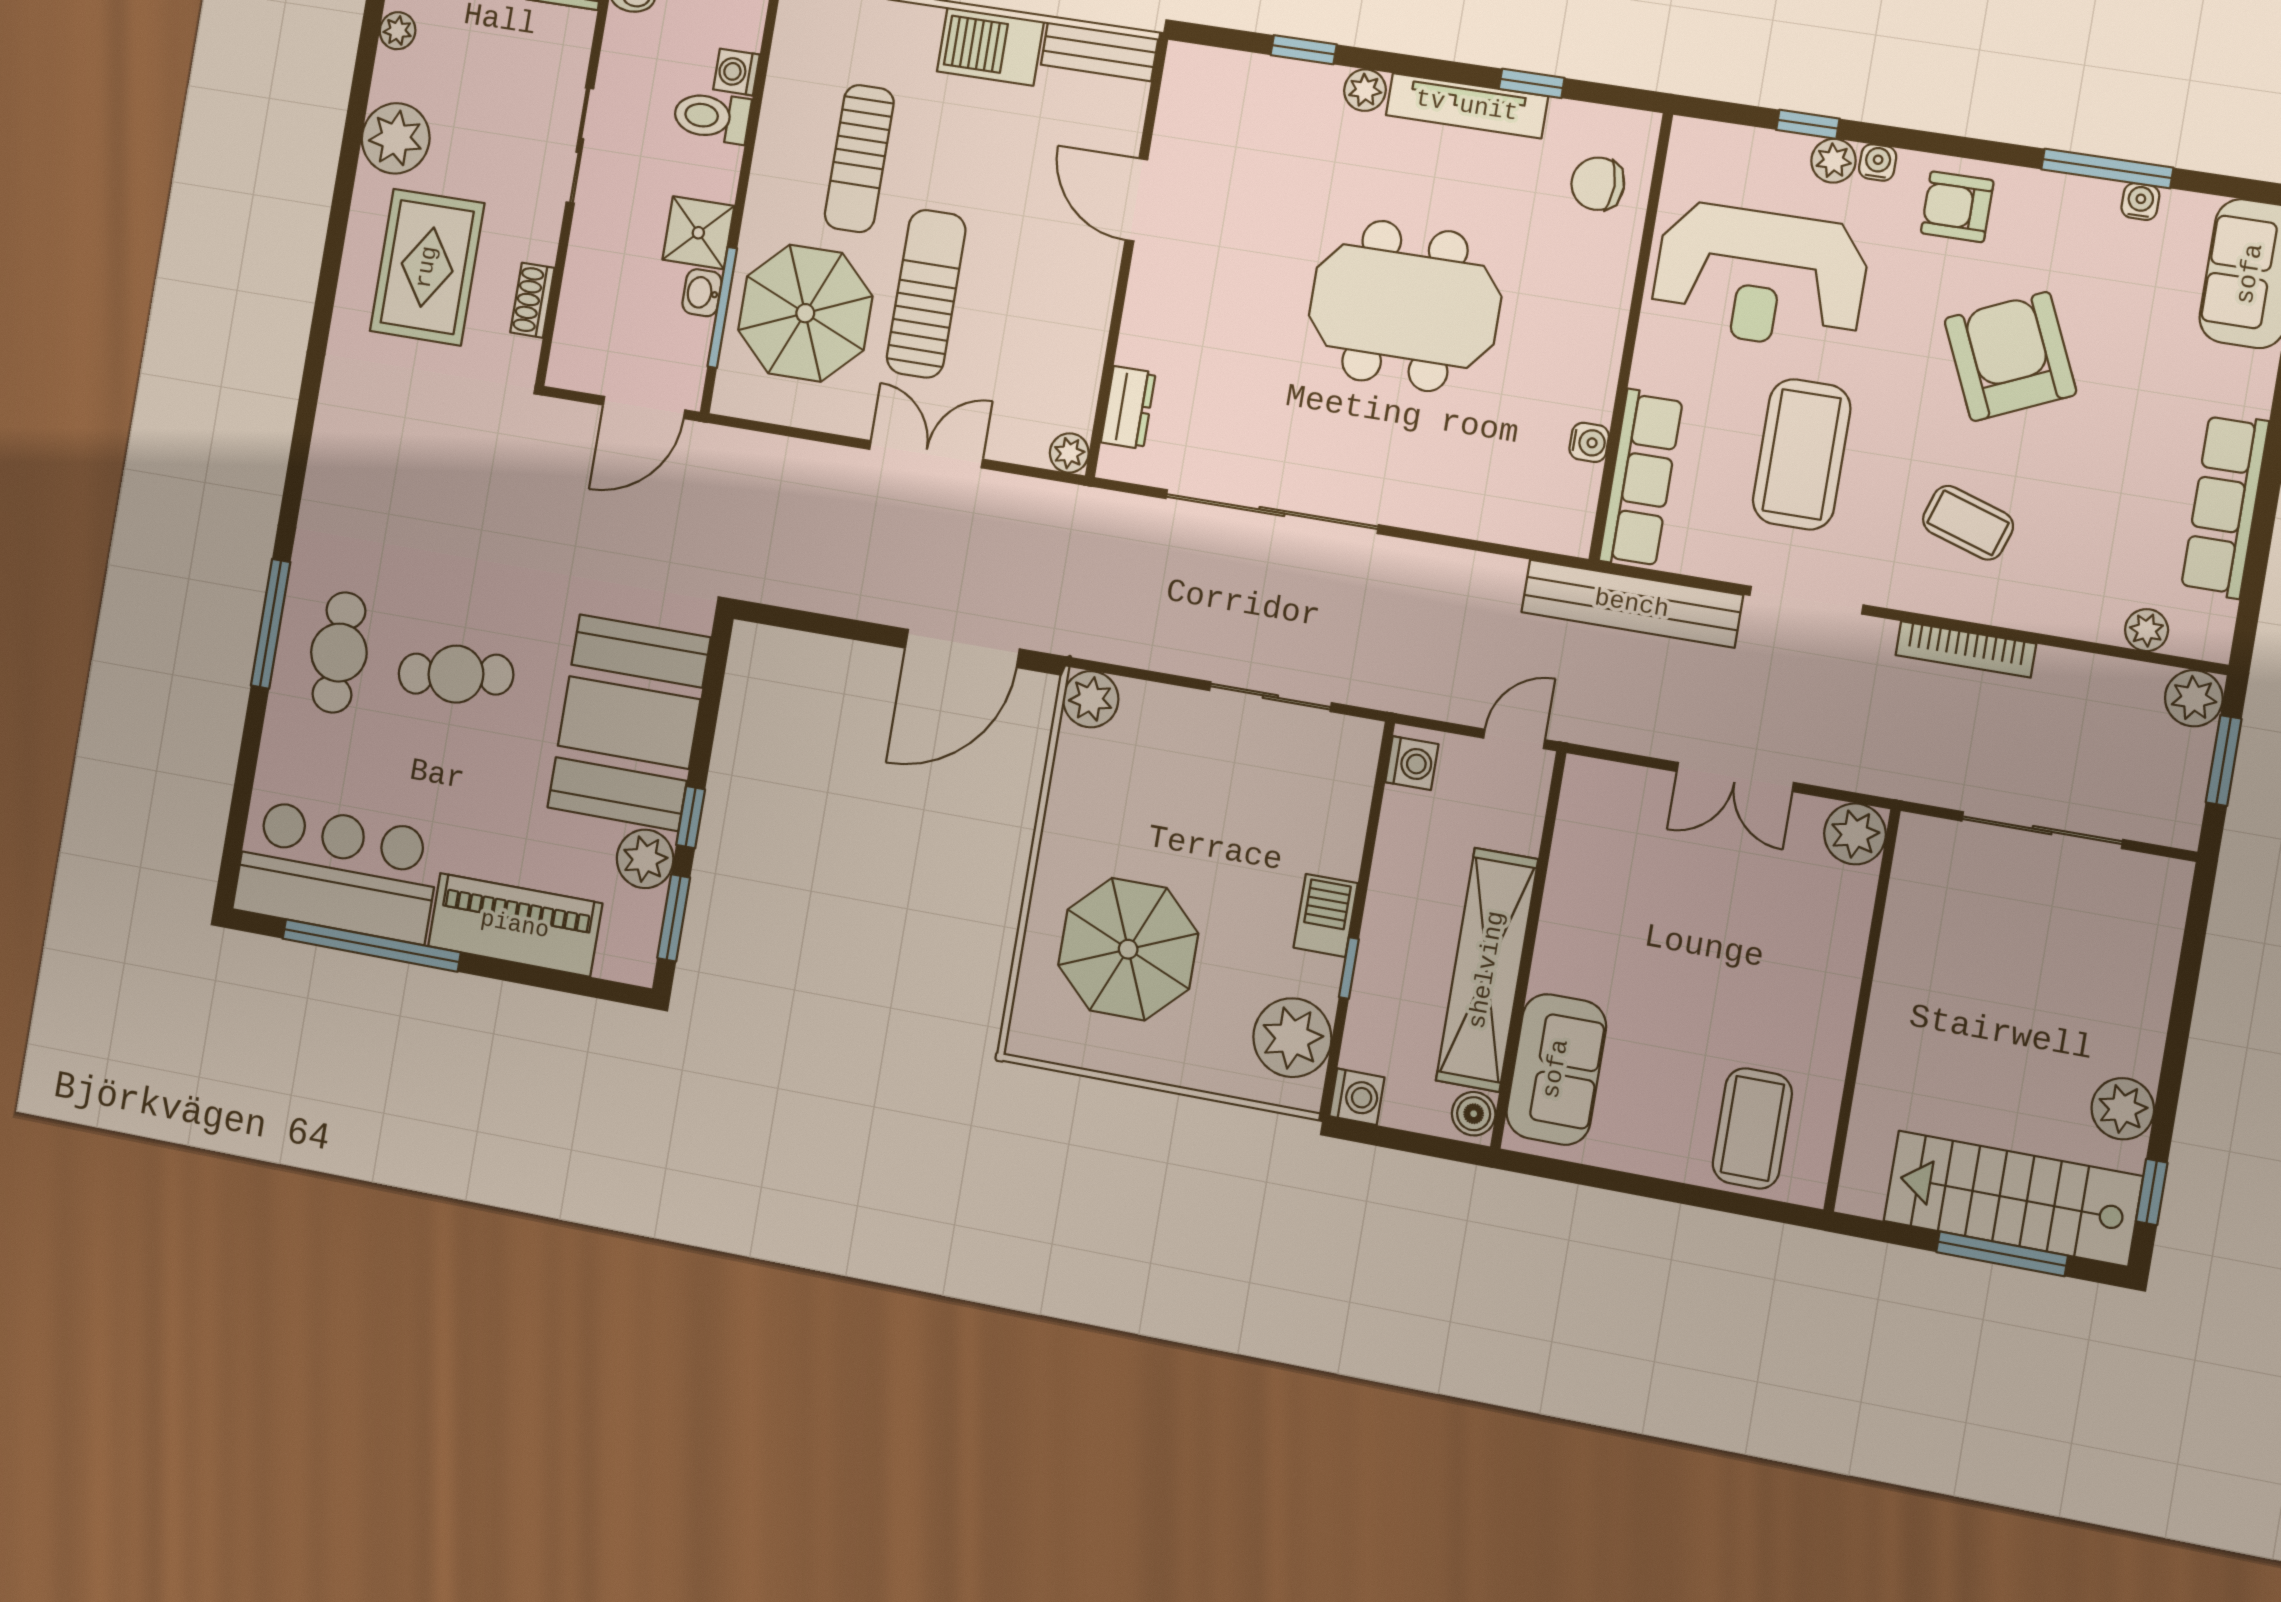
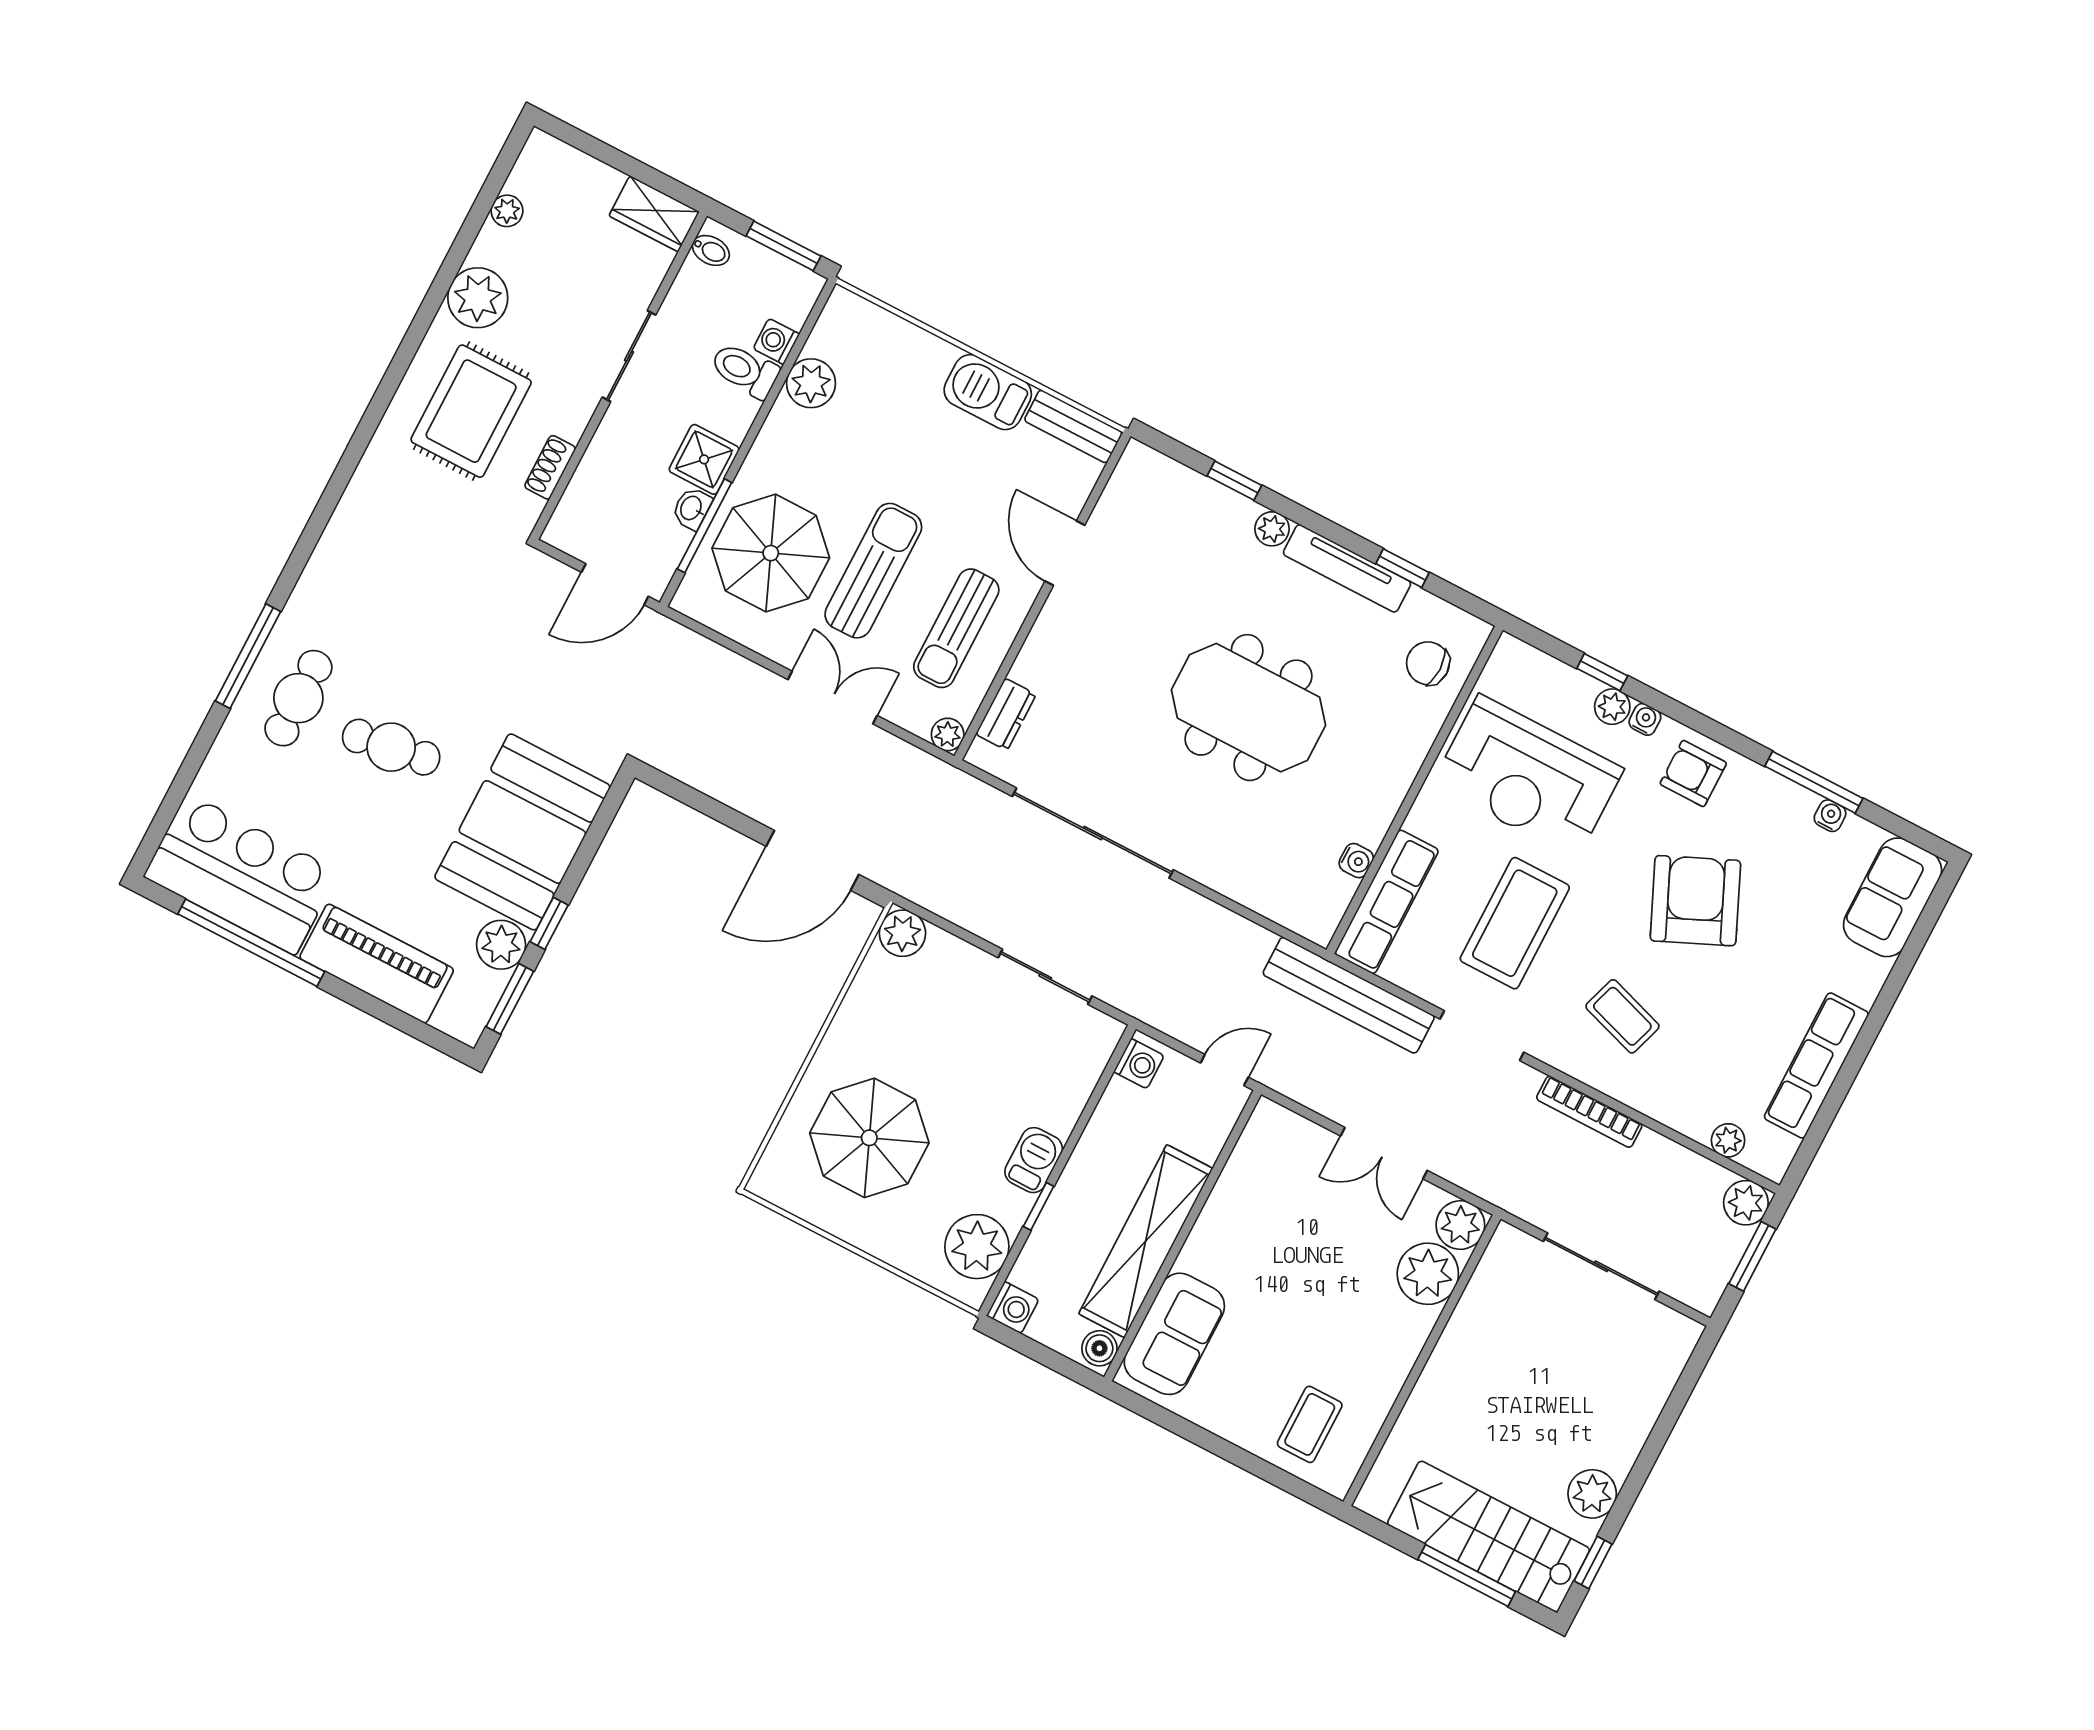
plant: (790, 106) -> (811, 383), added
sun lounger: (859, 159) -> (956, 628), moved
plant: (1835, 904) -> (1428, 1274), added
coffee table: (1752, 1128) -> (1310, 1424), width x0.73, depth x0.77

